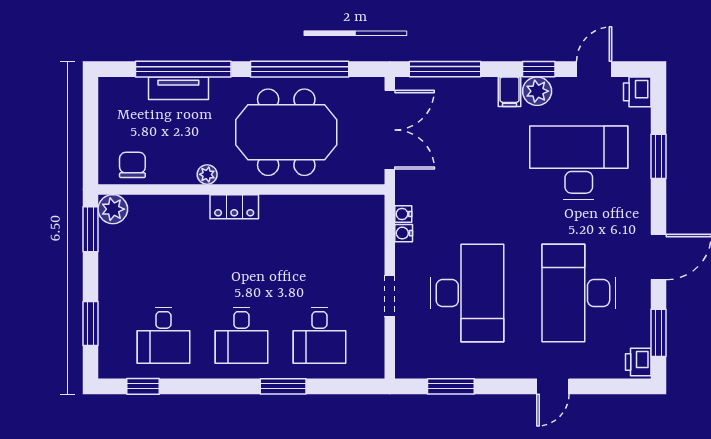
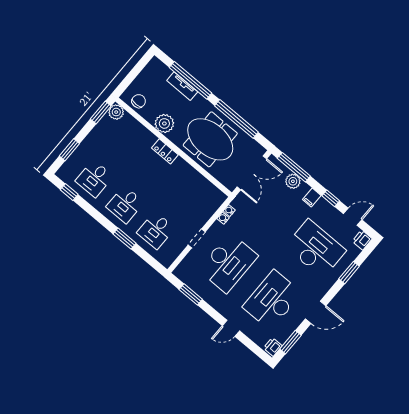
plant: (537, 91) -> (293, 181), moved
plant: (207, 174) -> (164, 123), width x1.88, depth x1.88

